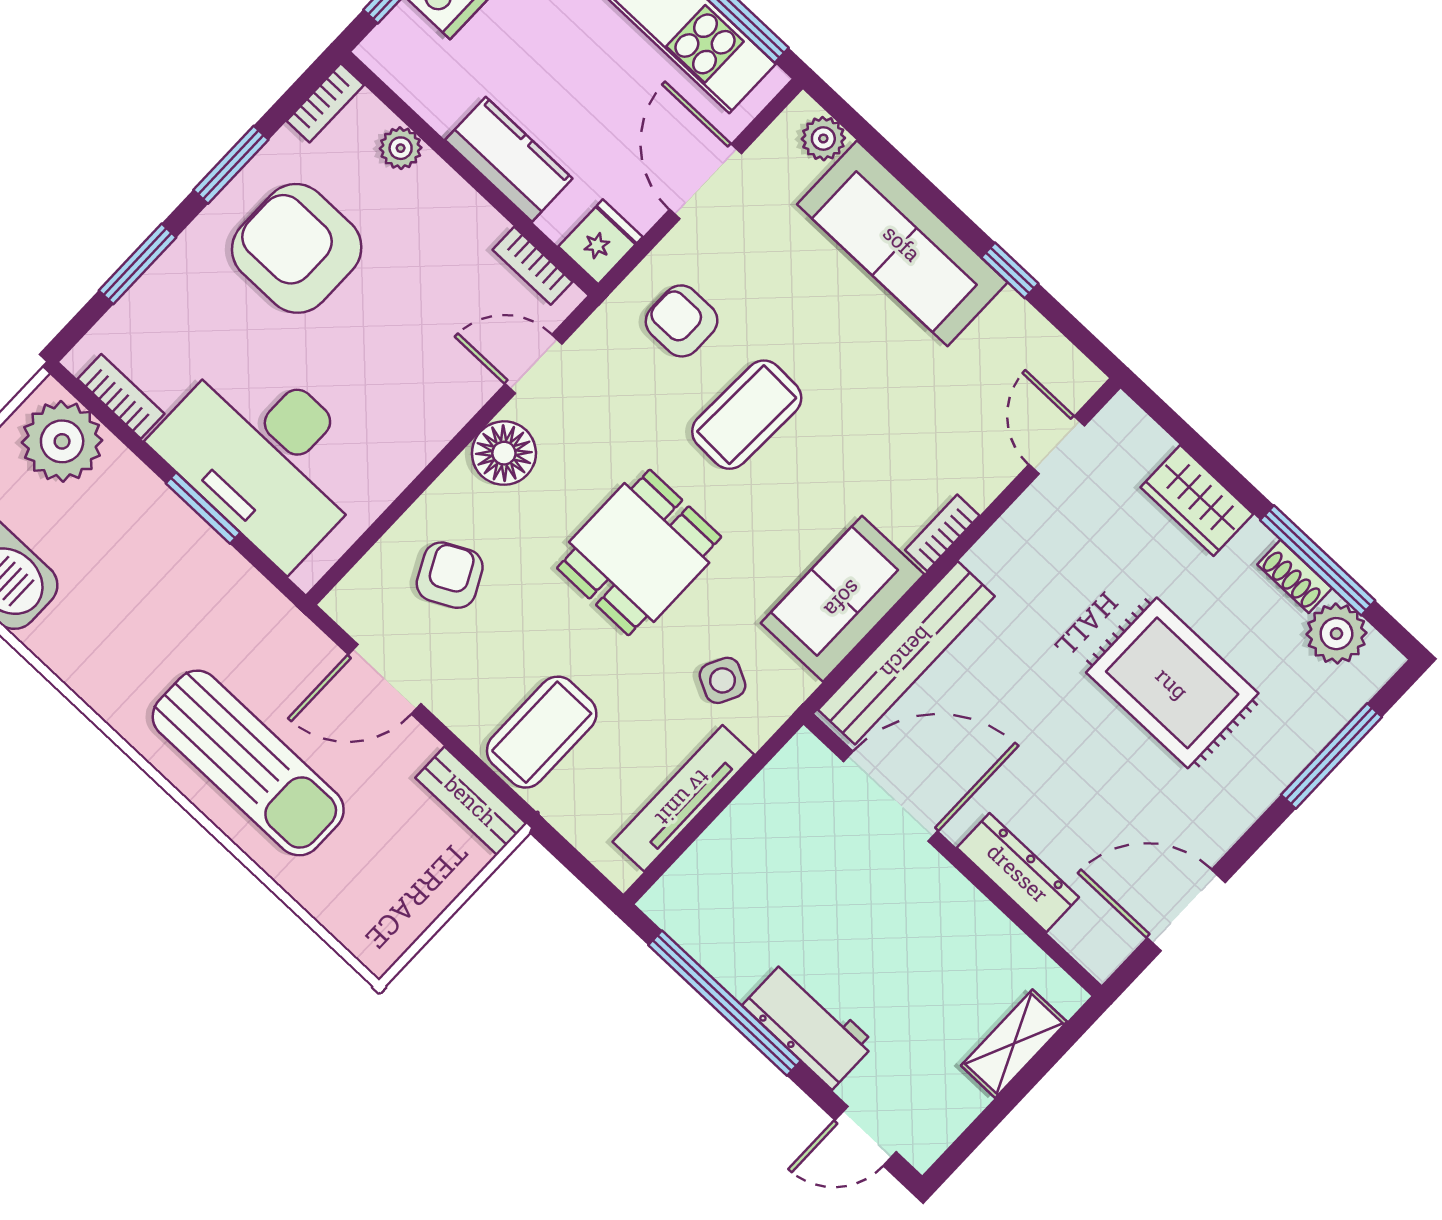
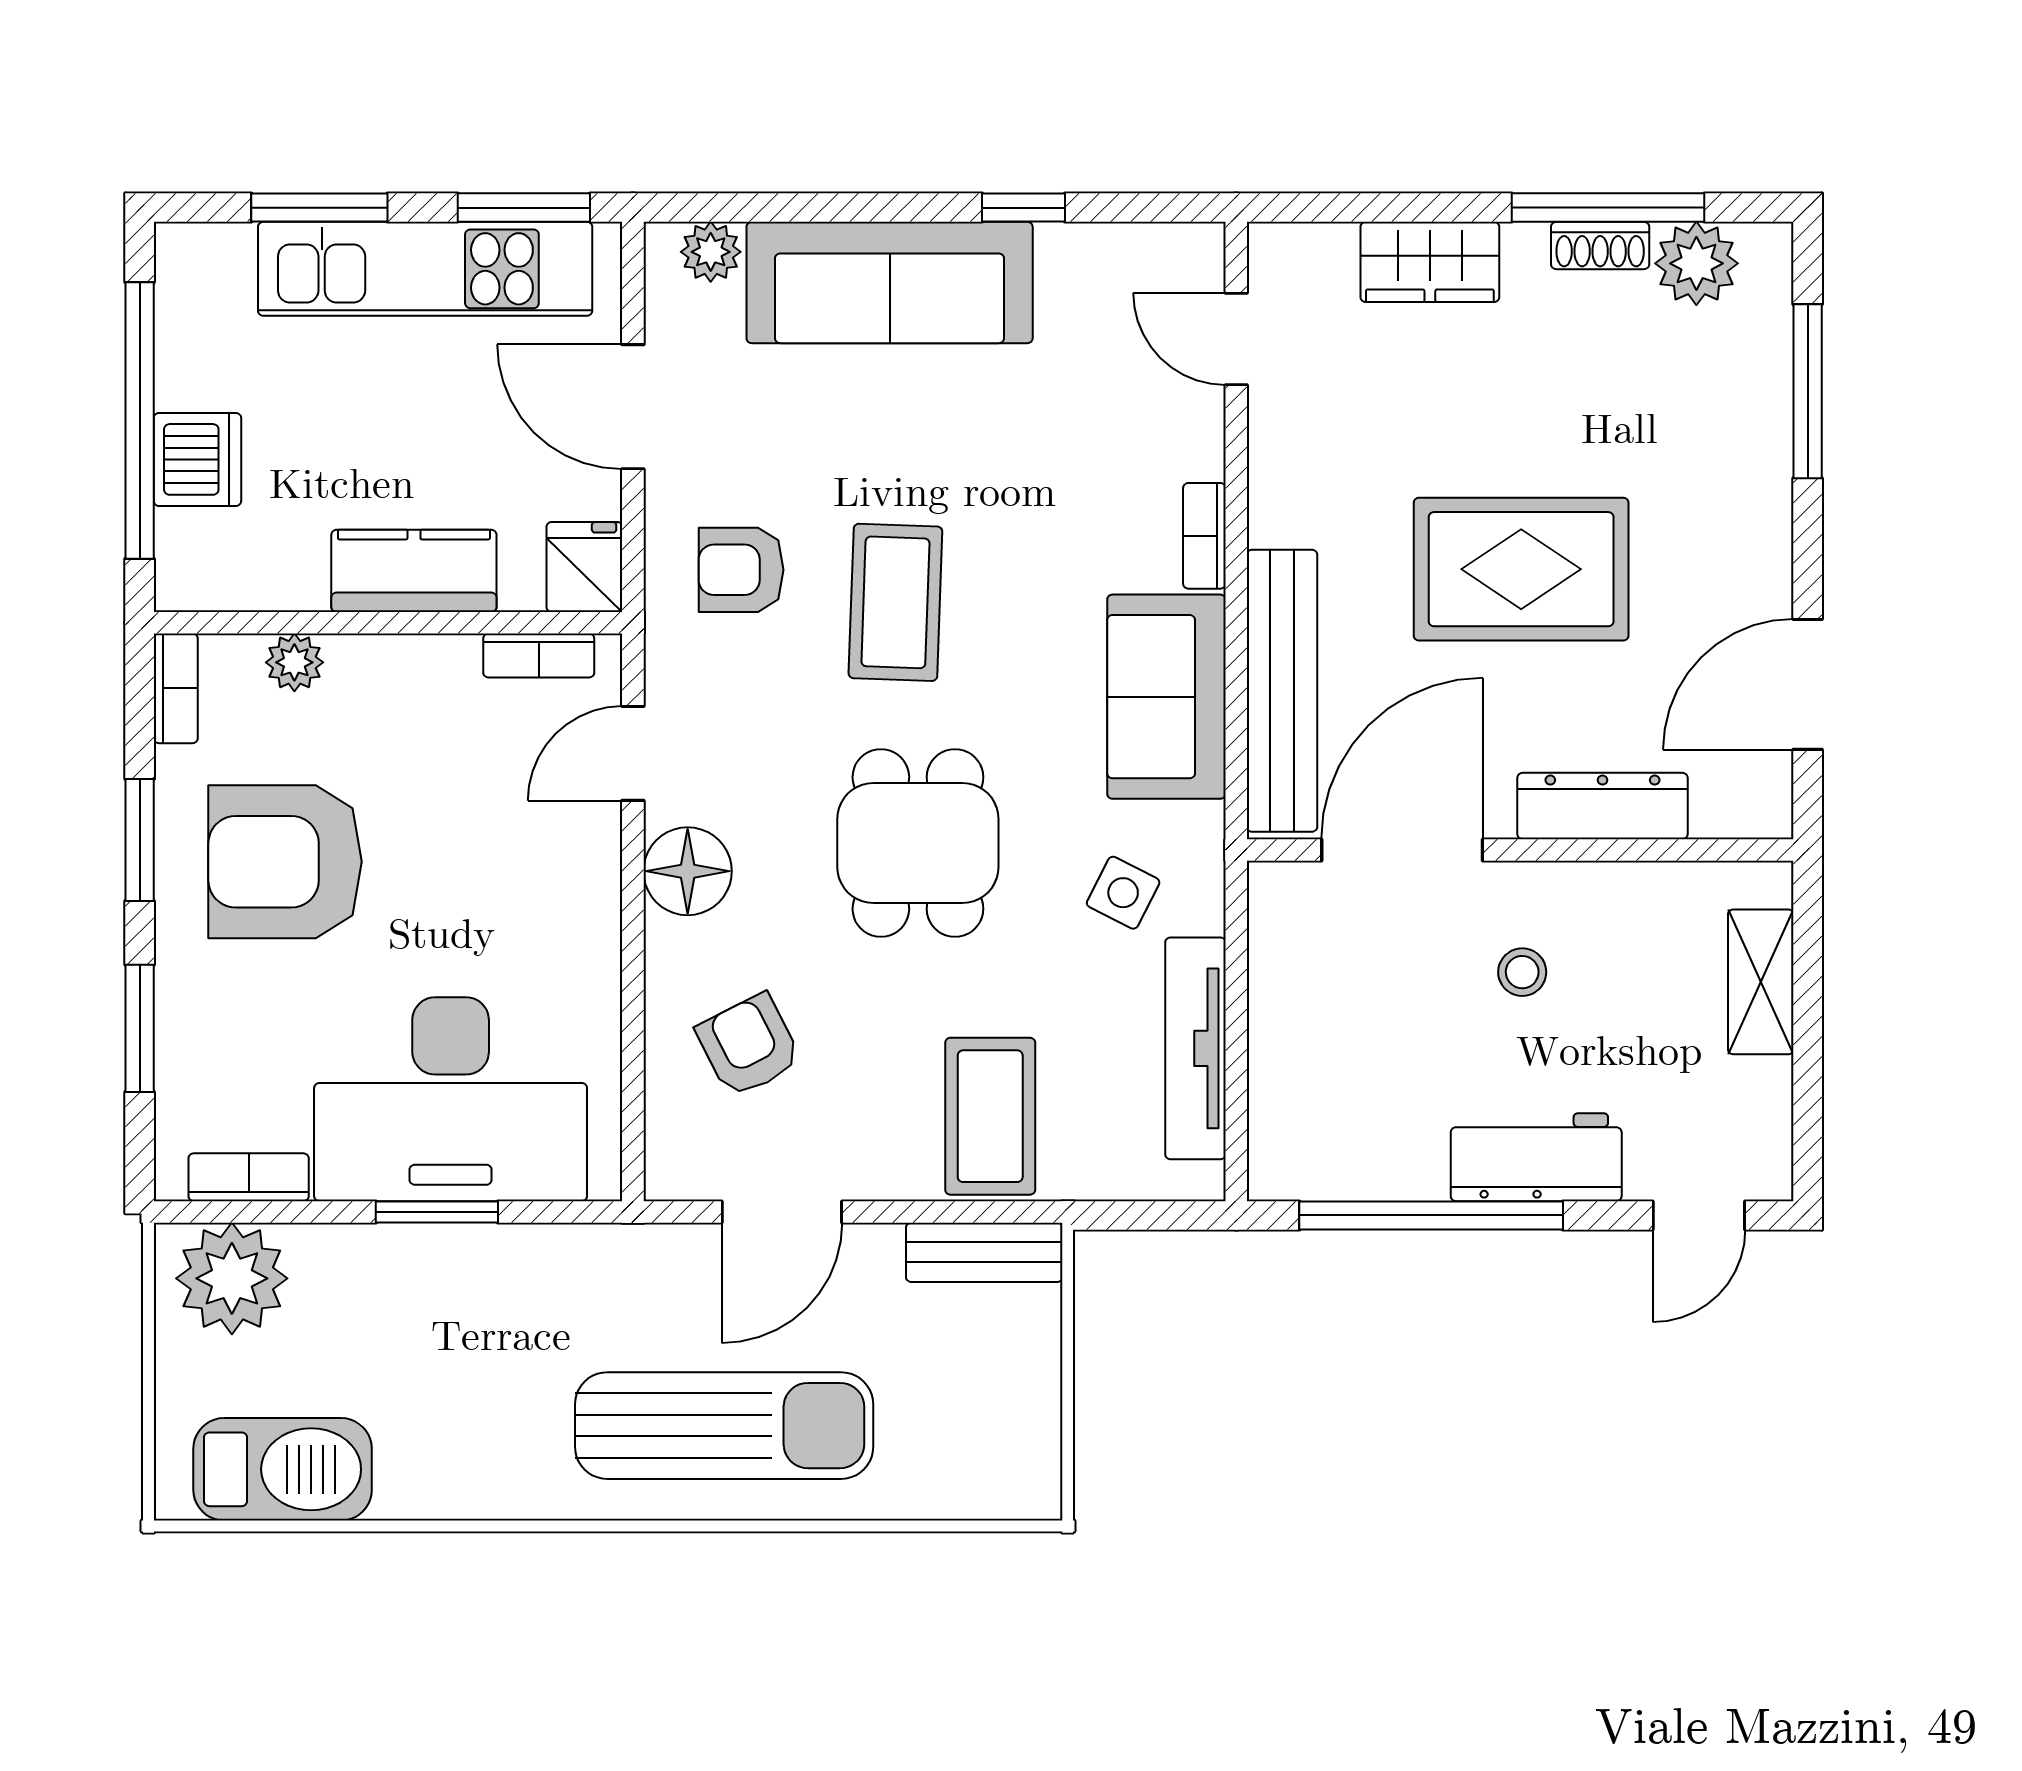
rug: (1172, 683) -> (1521, 569), moved
stool: (893, 920) -> (1522, 972), added

